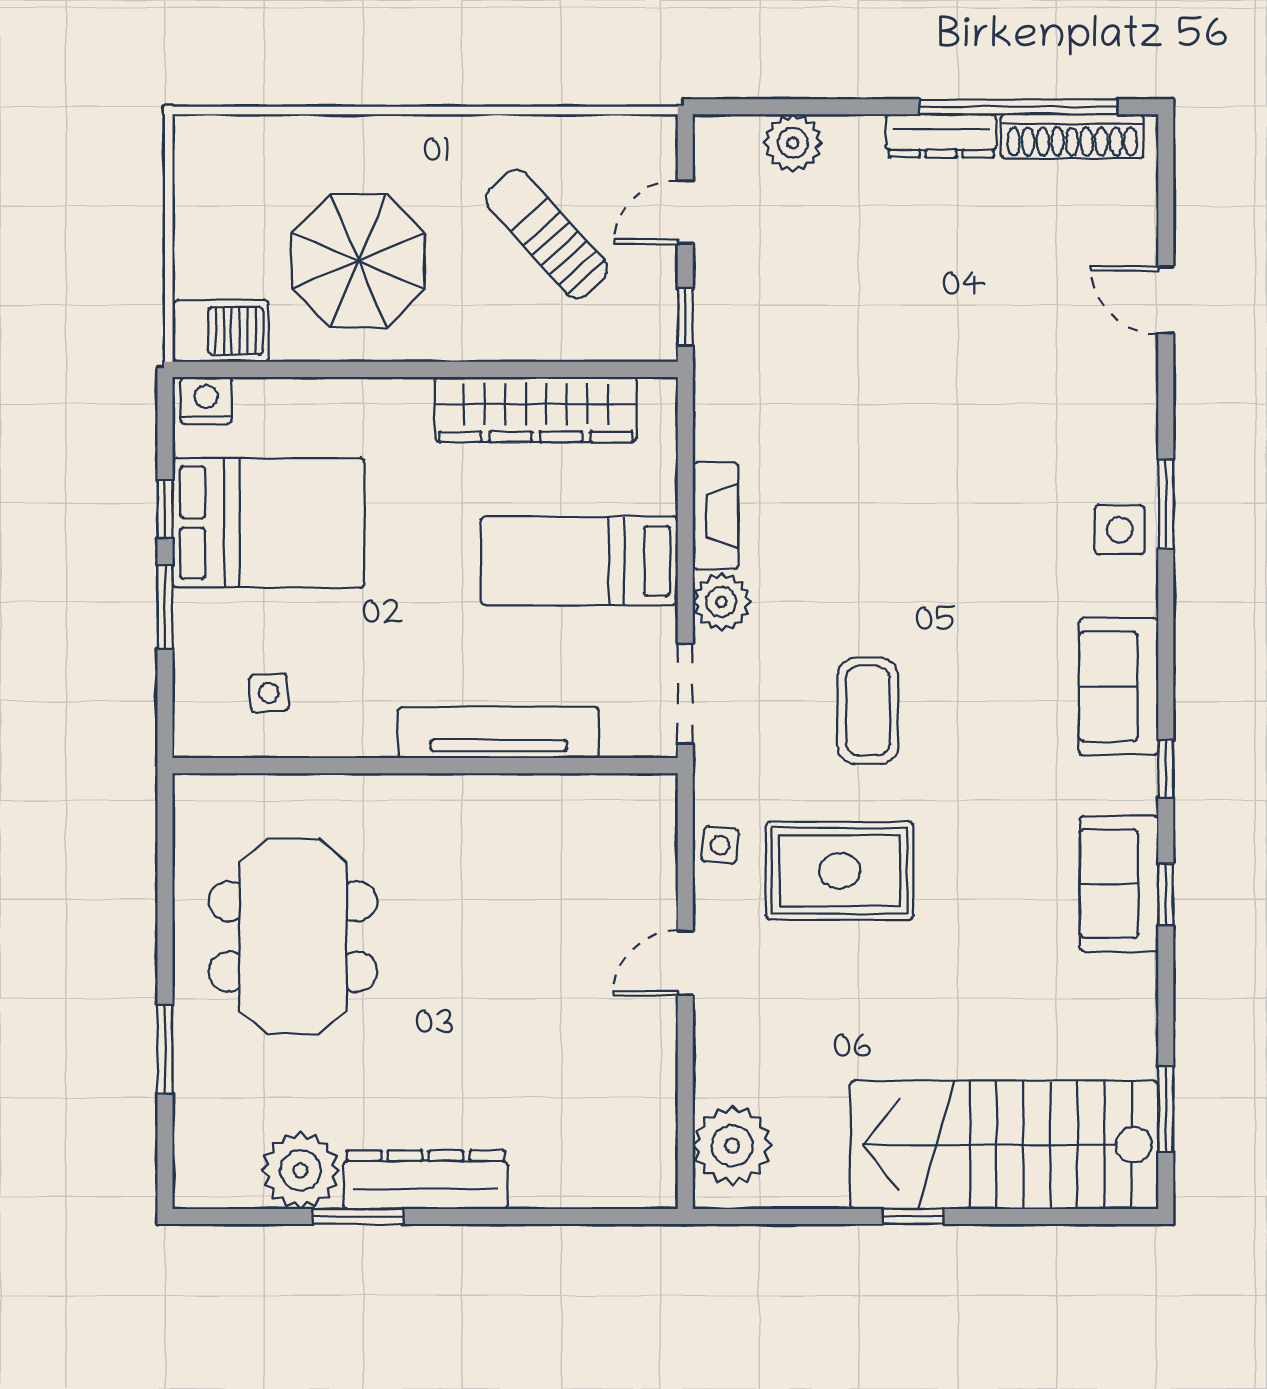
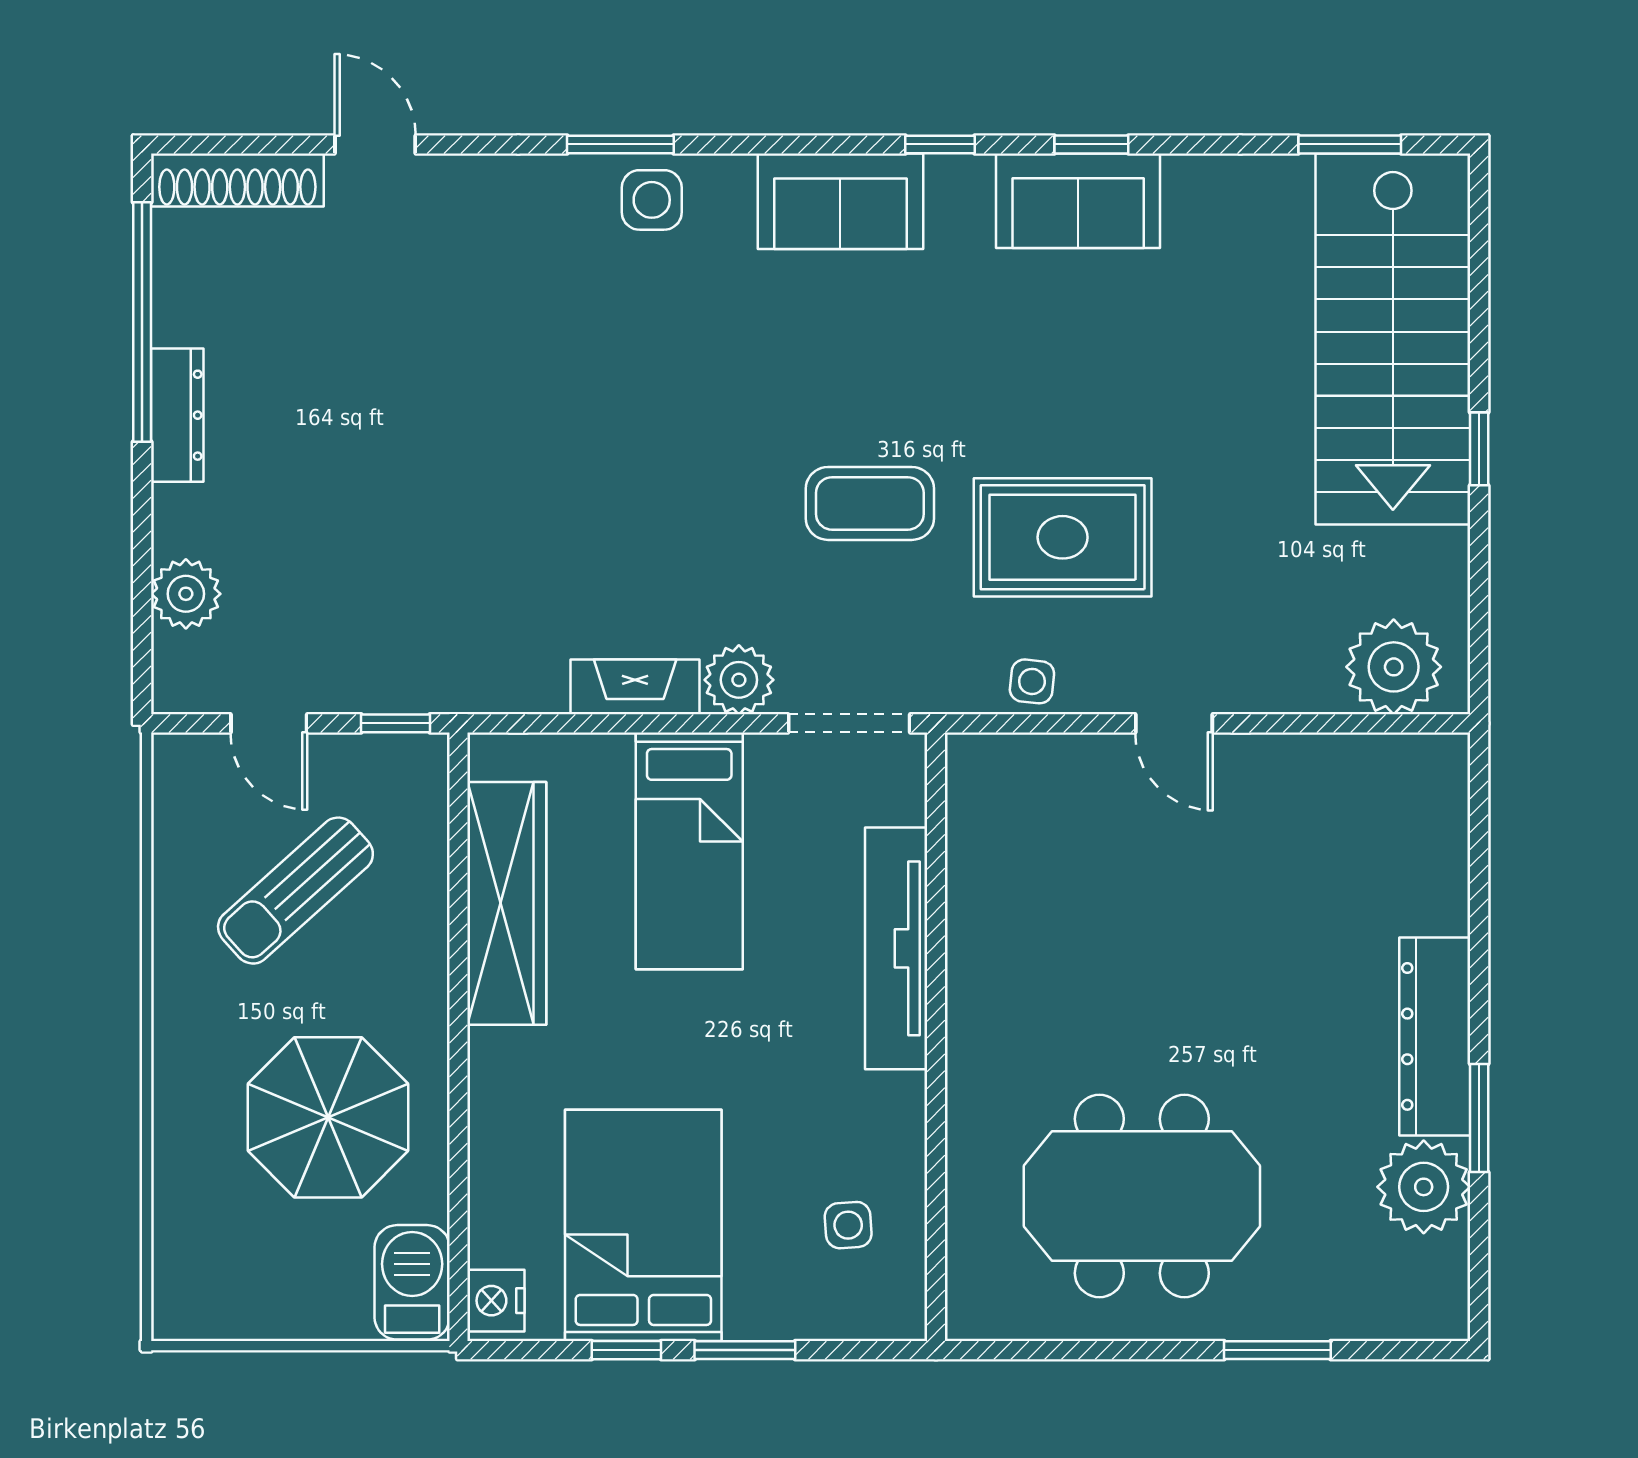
shoe rack: (1072, 136) -> (237, 180), moved, turned 90
door: (1166, 300) -> (375, 144), swing flipped
rug: (840, 871) -> (1063, 537), turned 90

